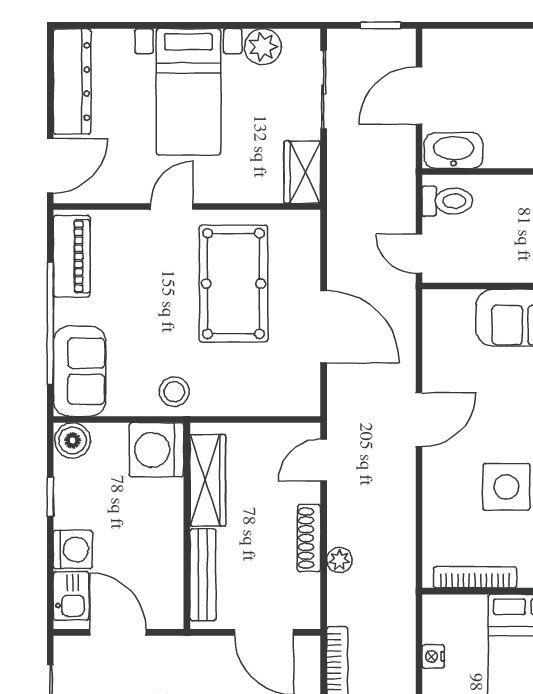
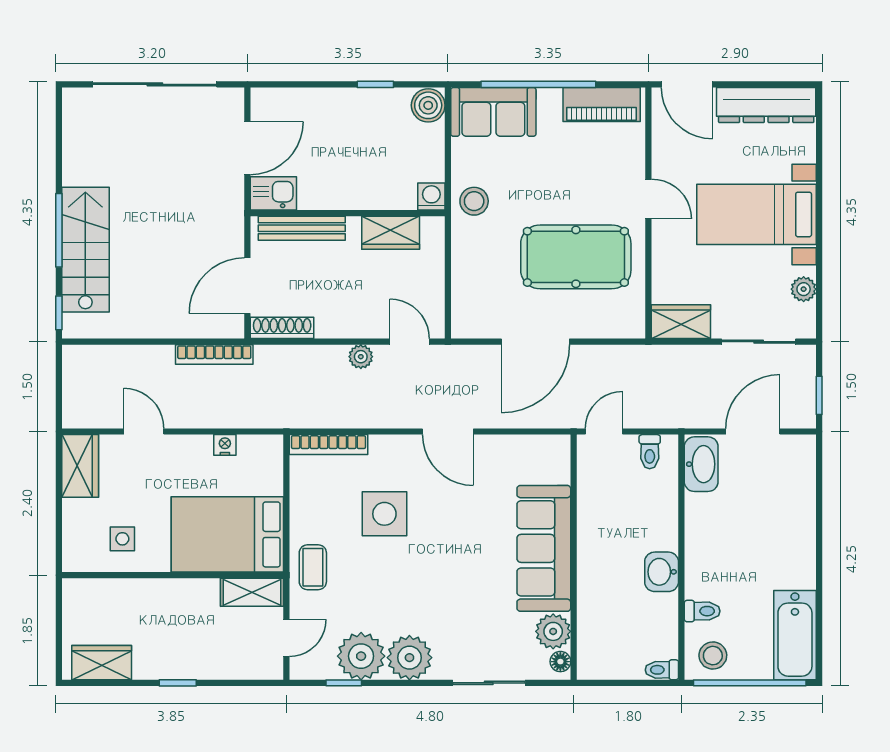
plant: (263, 47) -> (804, 289), width x0.73, depth x0.73
door: (419, 96) -> (753, 432), hinge flipped
toilet: (447, 201) -> (650, 452), width x0.73, depth x0.72
washing machine: (157, 450) -> (431, 196), width x0.53, depth x0.53
wardrobe: (208, 480) -> (391, 233), width x0.67
shoe rack: (309, 538) -> (282, 328), moved
washing machine: (73, 549) -> (326, 106), removed
plant: (339, 560) -> (361, 357), moved
bookcase: (475, 577) -> (328, 445), moved, turned 90
kitchen sink: (71, 596) -> (273, 193), moved, turned 180

